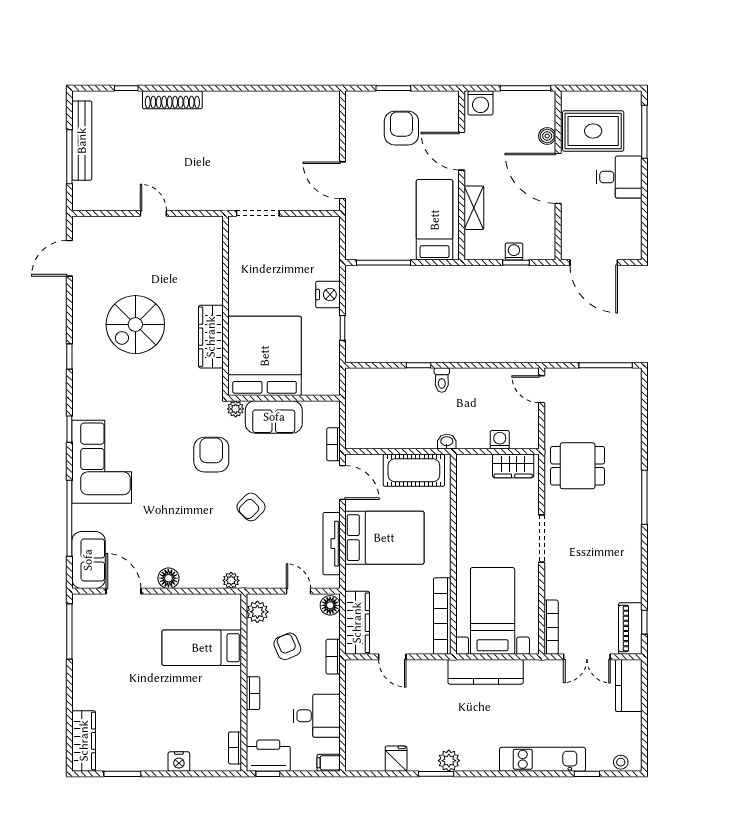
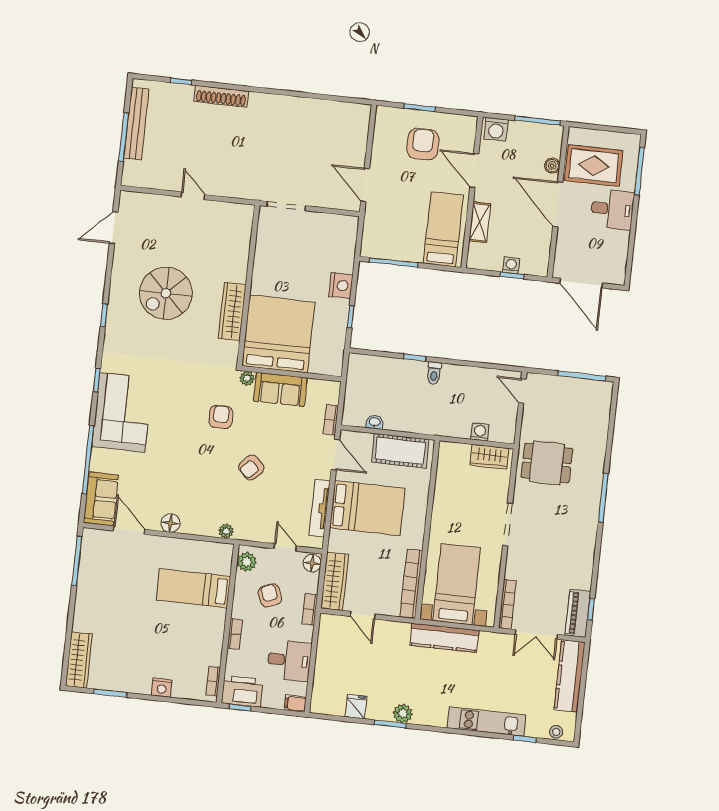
washbasin: (447, 442) -> (375, 422), moved
armchair: (211, 455) -> (221, 417), width x0.72, depth x0.72
kitchen counter: (629, 686) -> (570, 676), width x1.50

